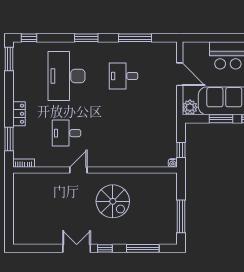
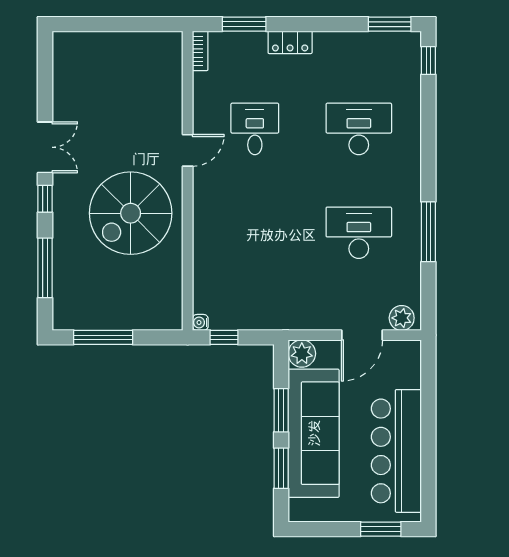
window: (86, 38) -> (428, 165), removed
window: (135, 38) -> (428, 232), moved
plant: (170, 52) -> (402, 318), added
desk: (67, 76) -> (359, 129), width x0.73, depth x0.77
desk: (124, 76) -> (359, 233), width x1.37
door: (78, 170) -> (188, 150), hinge flipped
spiral stairs: (113, 201) -> (131, 213), width x1.37, depth x1.37

